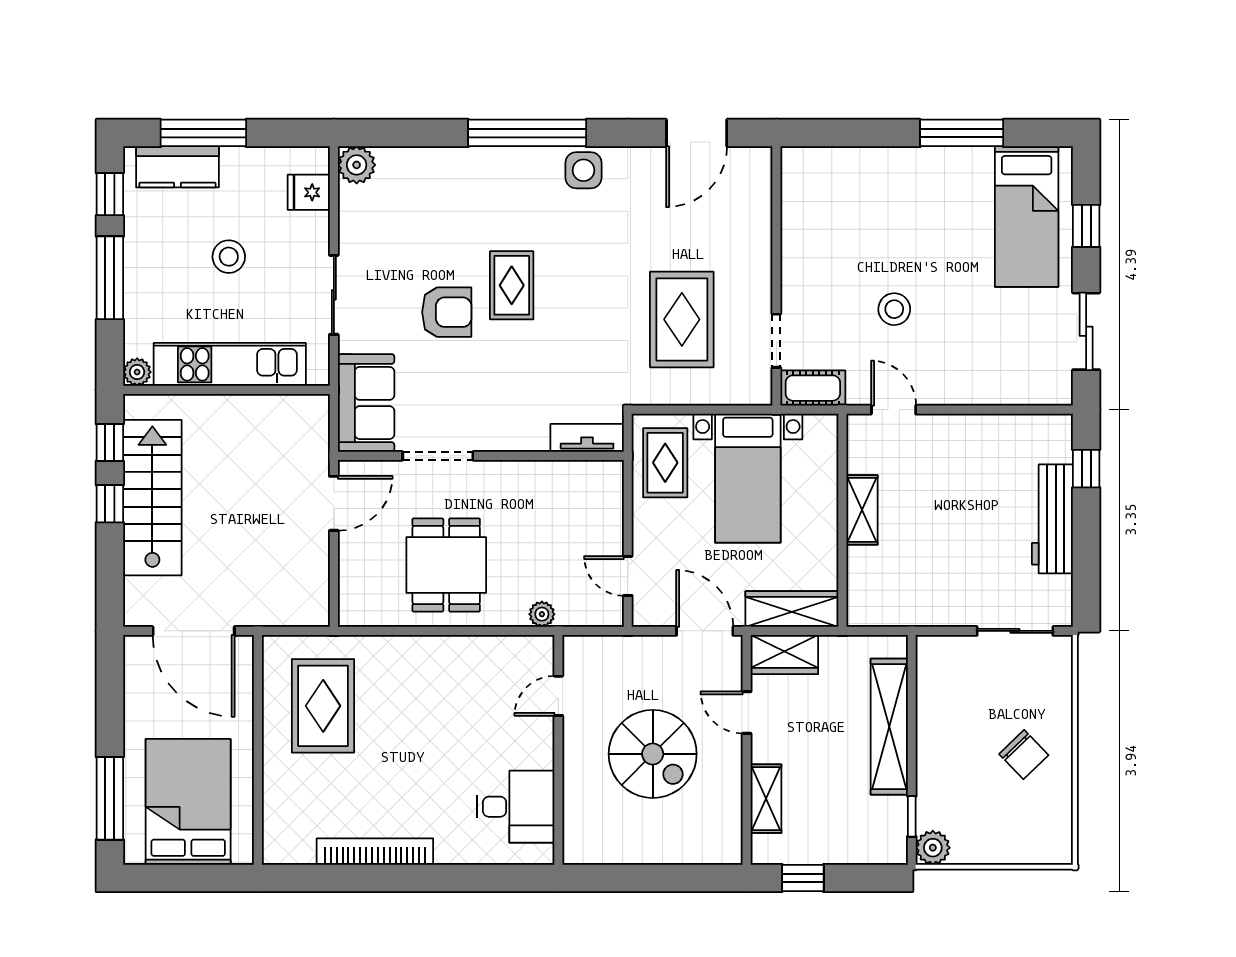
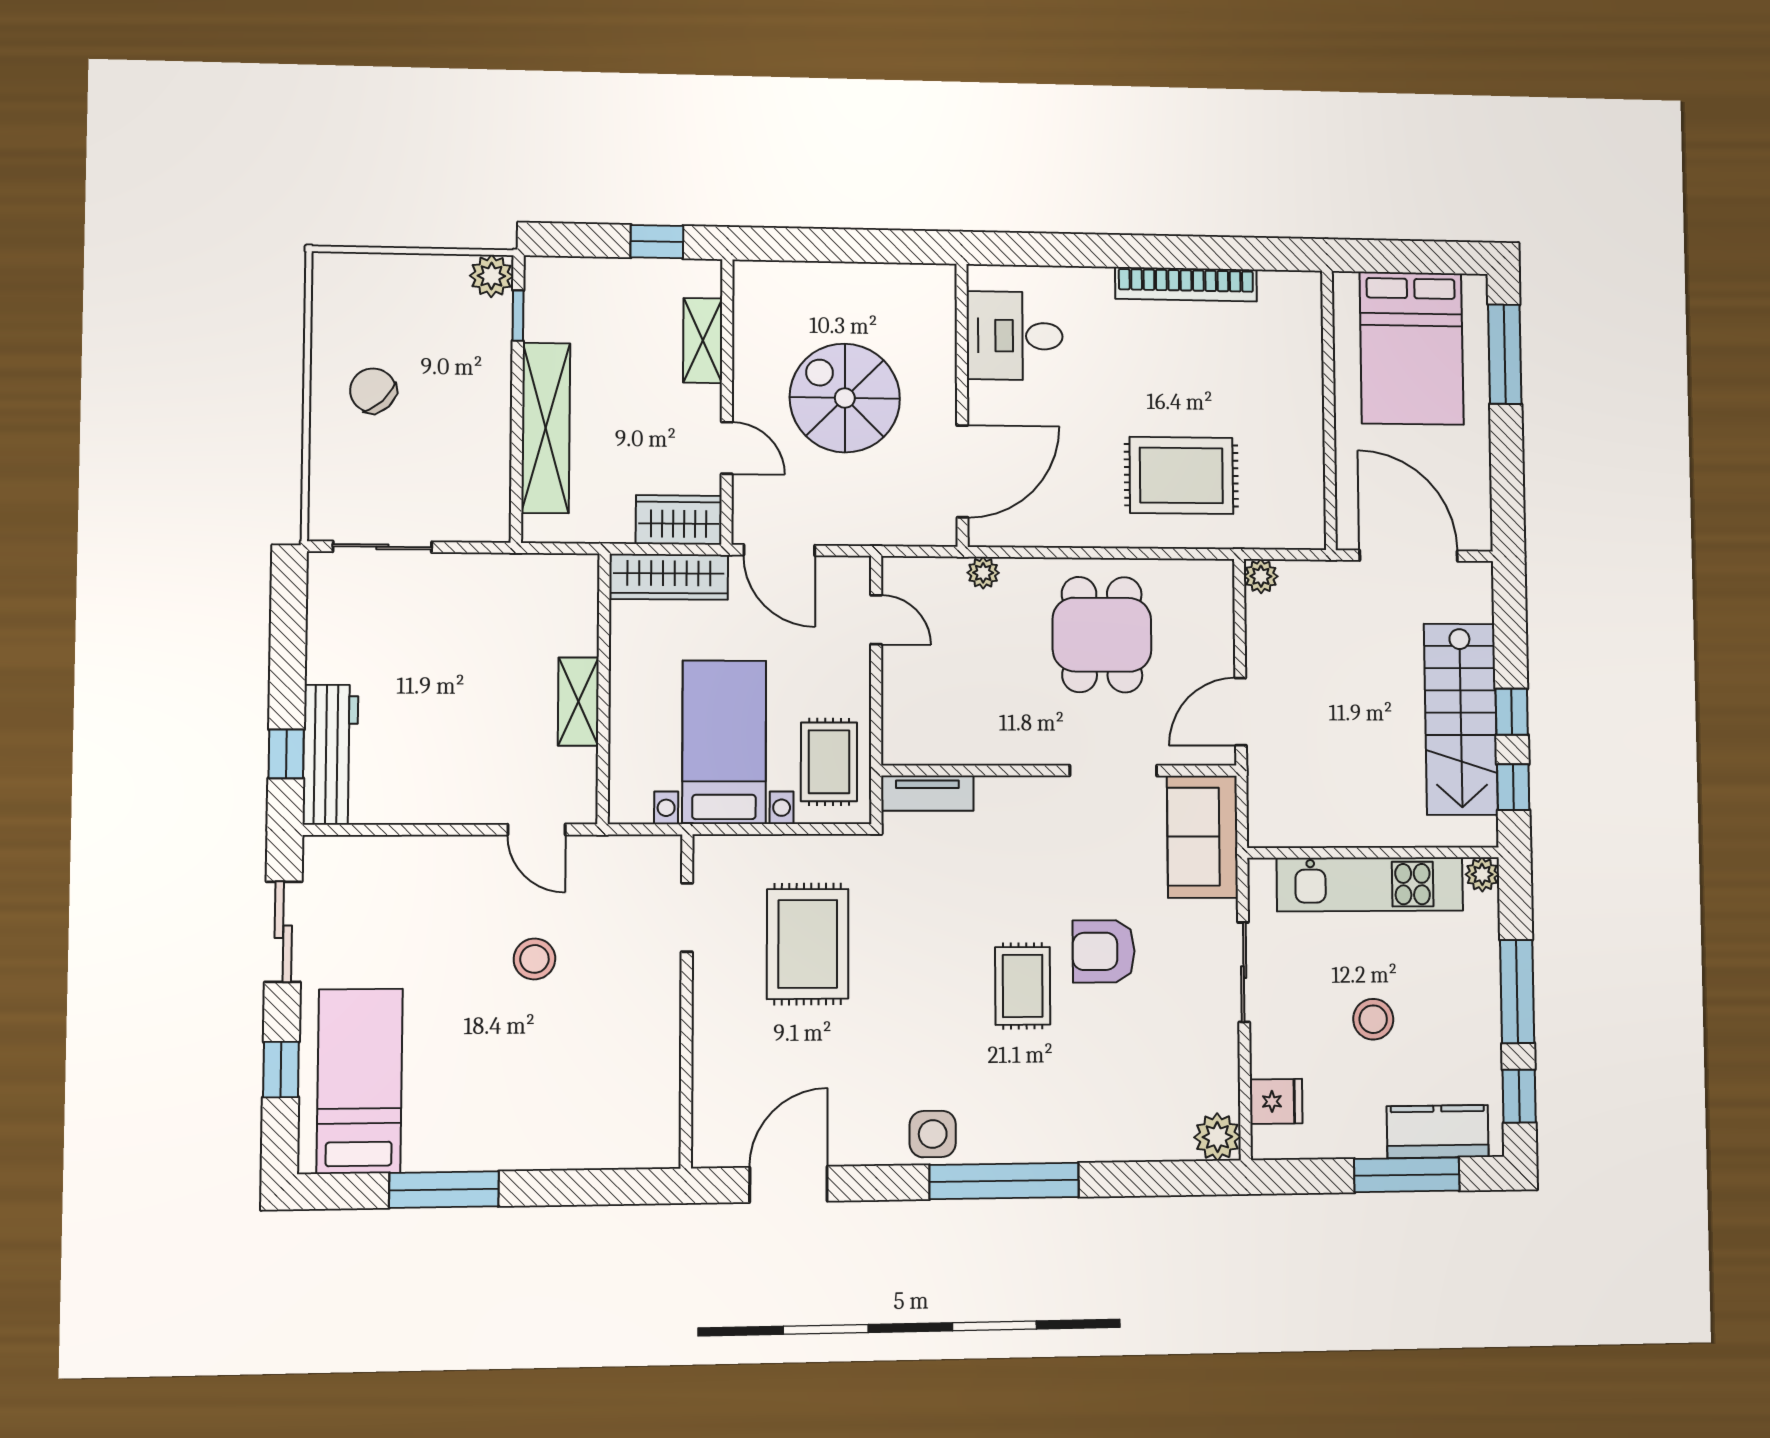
cot: (813, 388) -> (640, 857), removed
workbench: (1052, 519) -> (330, 755), moved
plant: (316, 613) -> (1261, 576), added
door: (558, 696) -> (962, 471), width x1.87
rug: (323, 706) -> (1181, 475), moved, turned 90

